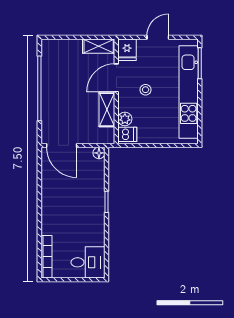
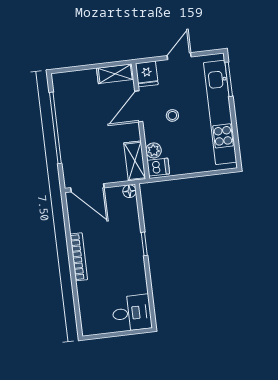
shelving: (107, 110) -> (135, 161), moved
bookcase: (46, 257) -> (79, 257), moved

